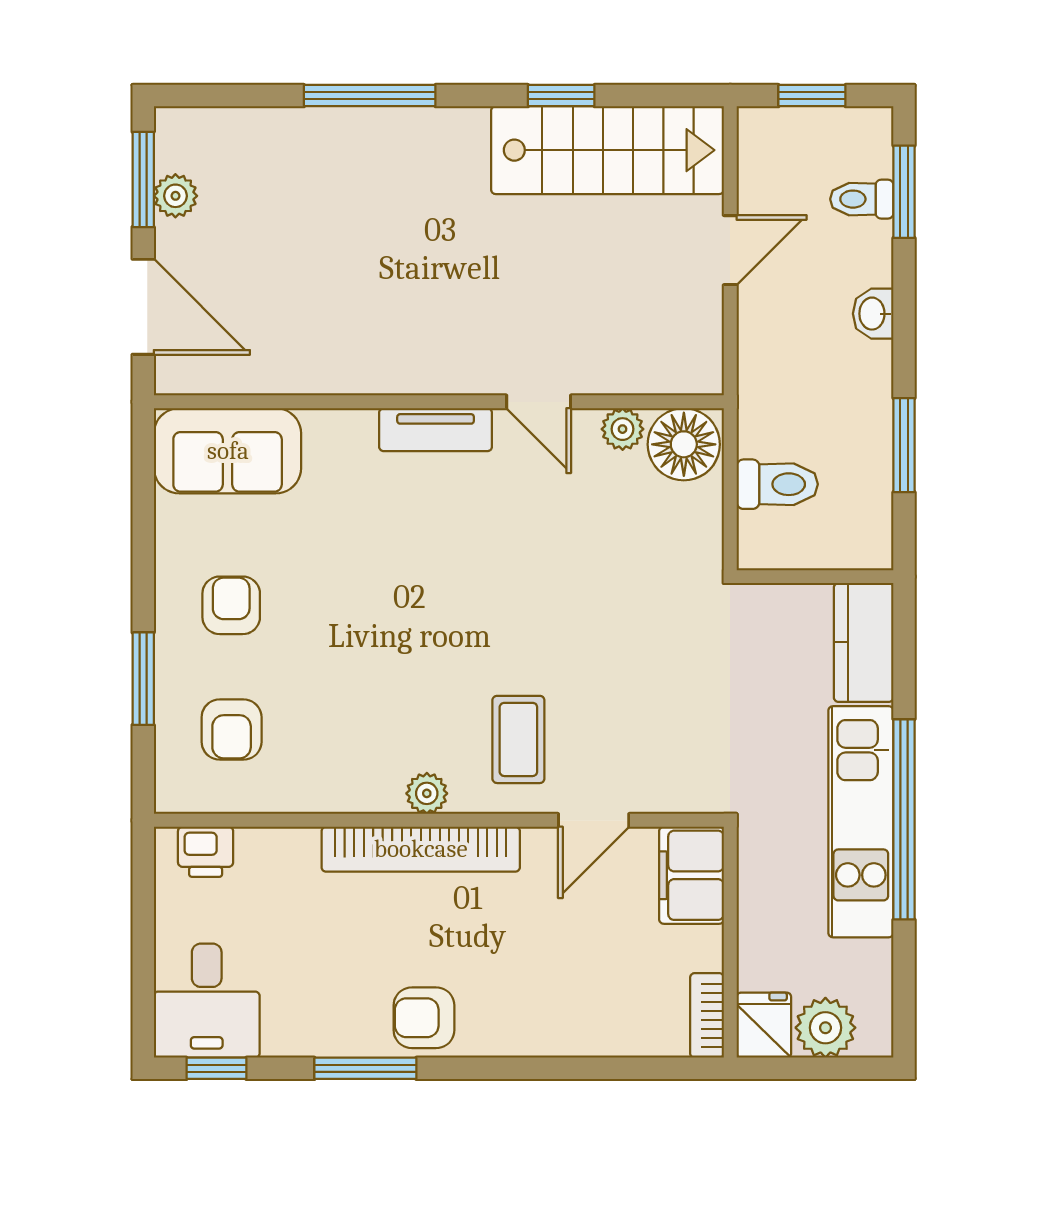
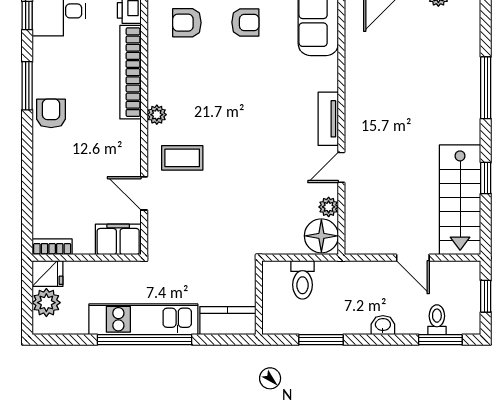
bookcase: (421, 849) -> (130, 72), moved

